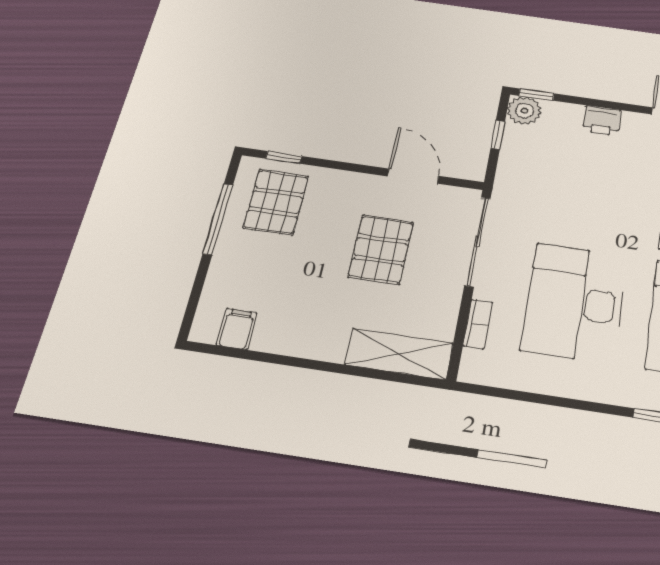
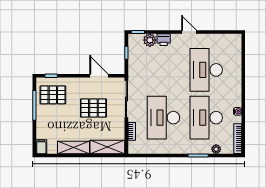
plant: (524, 111) -> (150, 40), moved
pallet: (276, 202) -> (53, 95), turned 90
pallet: (381, 250) -> (93, 108), turned 90
filing cabinet: (237, 329) -> (41, 147), moved
shelving: (300, 341) -> (73, 148), added

